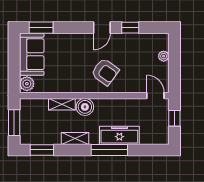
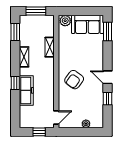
boiler: (85, 107) -> (48, 64), removed
window: (109, 150) -> (15, 83), width x0.46

